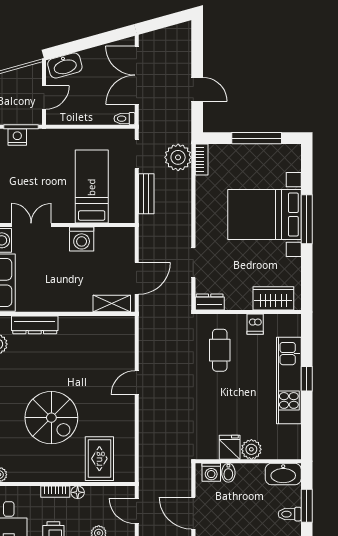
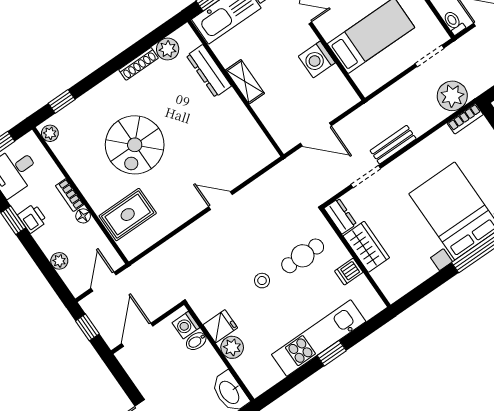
bench: (146, 194) -> (393, 145), moved
wardrobe: (273, 298) -> (366, 247), moved
shelving: (112, 304) -> (245, 82), moved
stool: (217, 393) -> (262, 281), added

